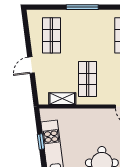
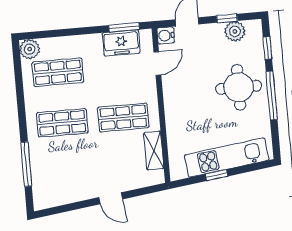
window: (82, 7) -> (26, 164), moved
shop shelf: (51, 35) -> (62, 123), moved

